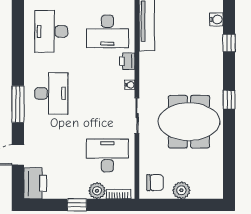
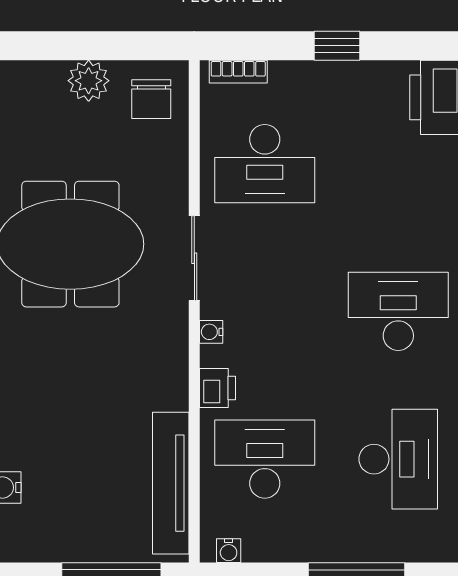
desk: (51, 93) -> (398, 311), turned 90
chair: (155, 183) -> (151, 99), turned -90
plant: (97, 191) -> (289, 79), removed

